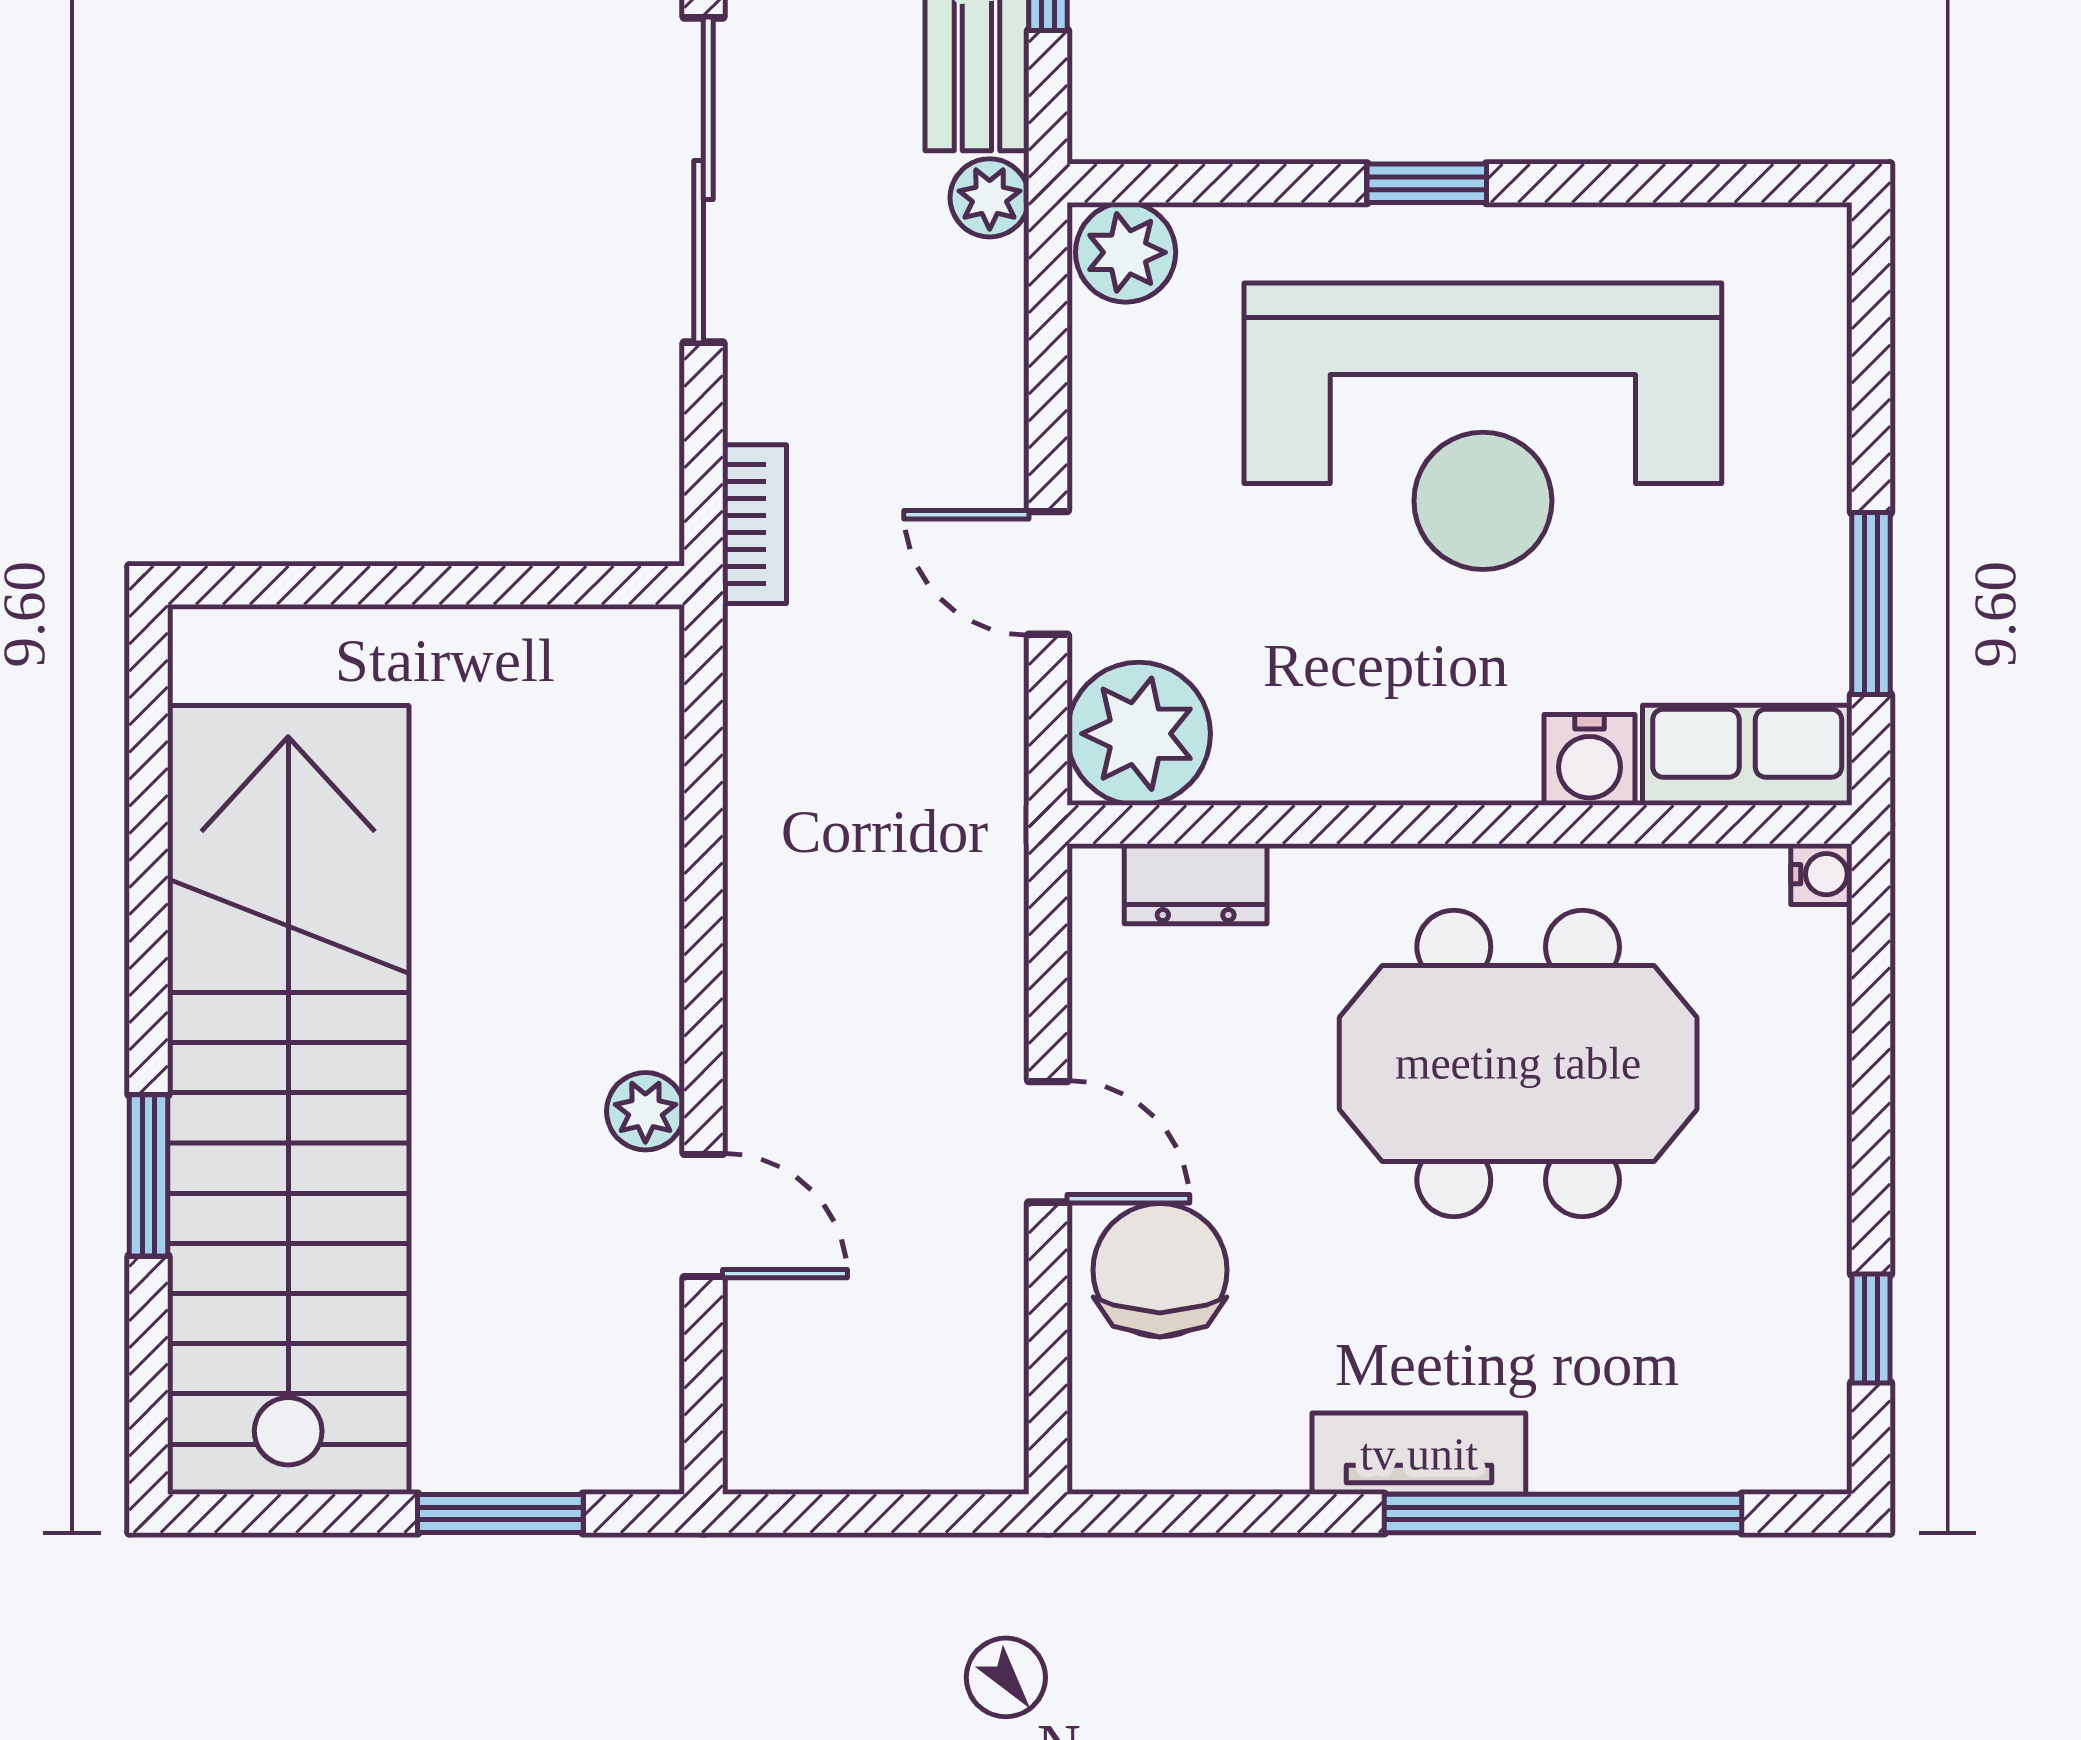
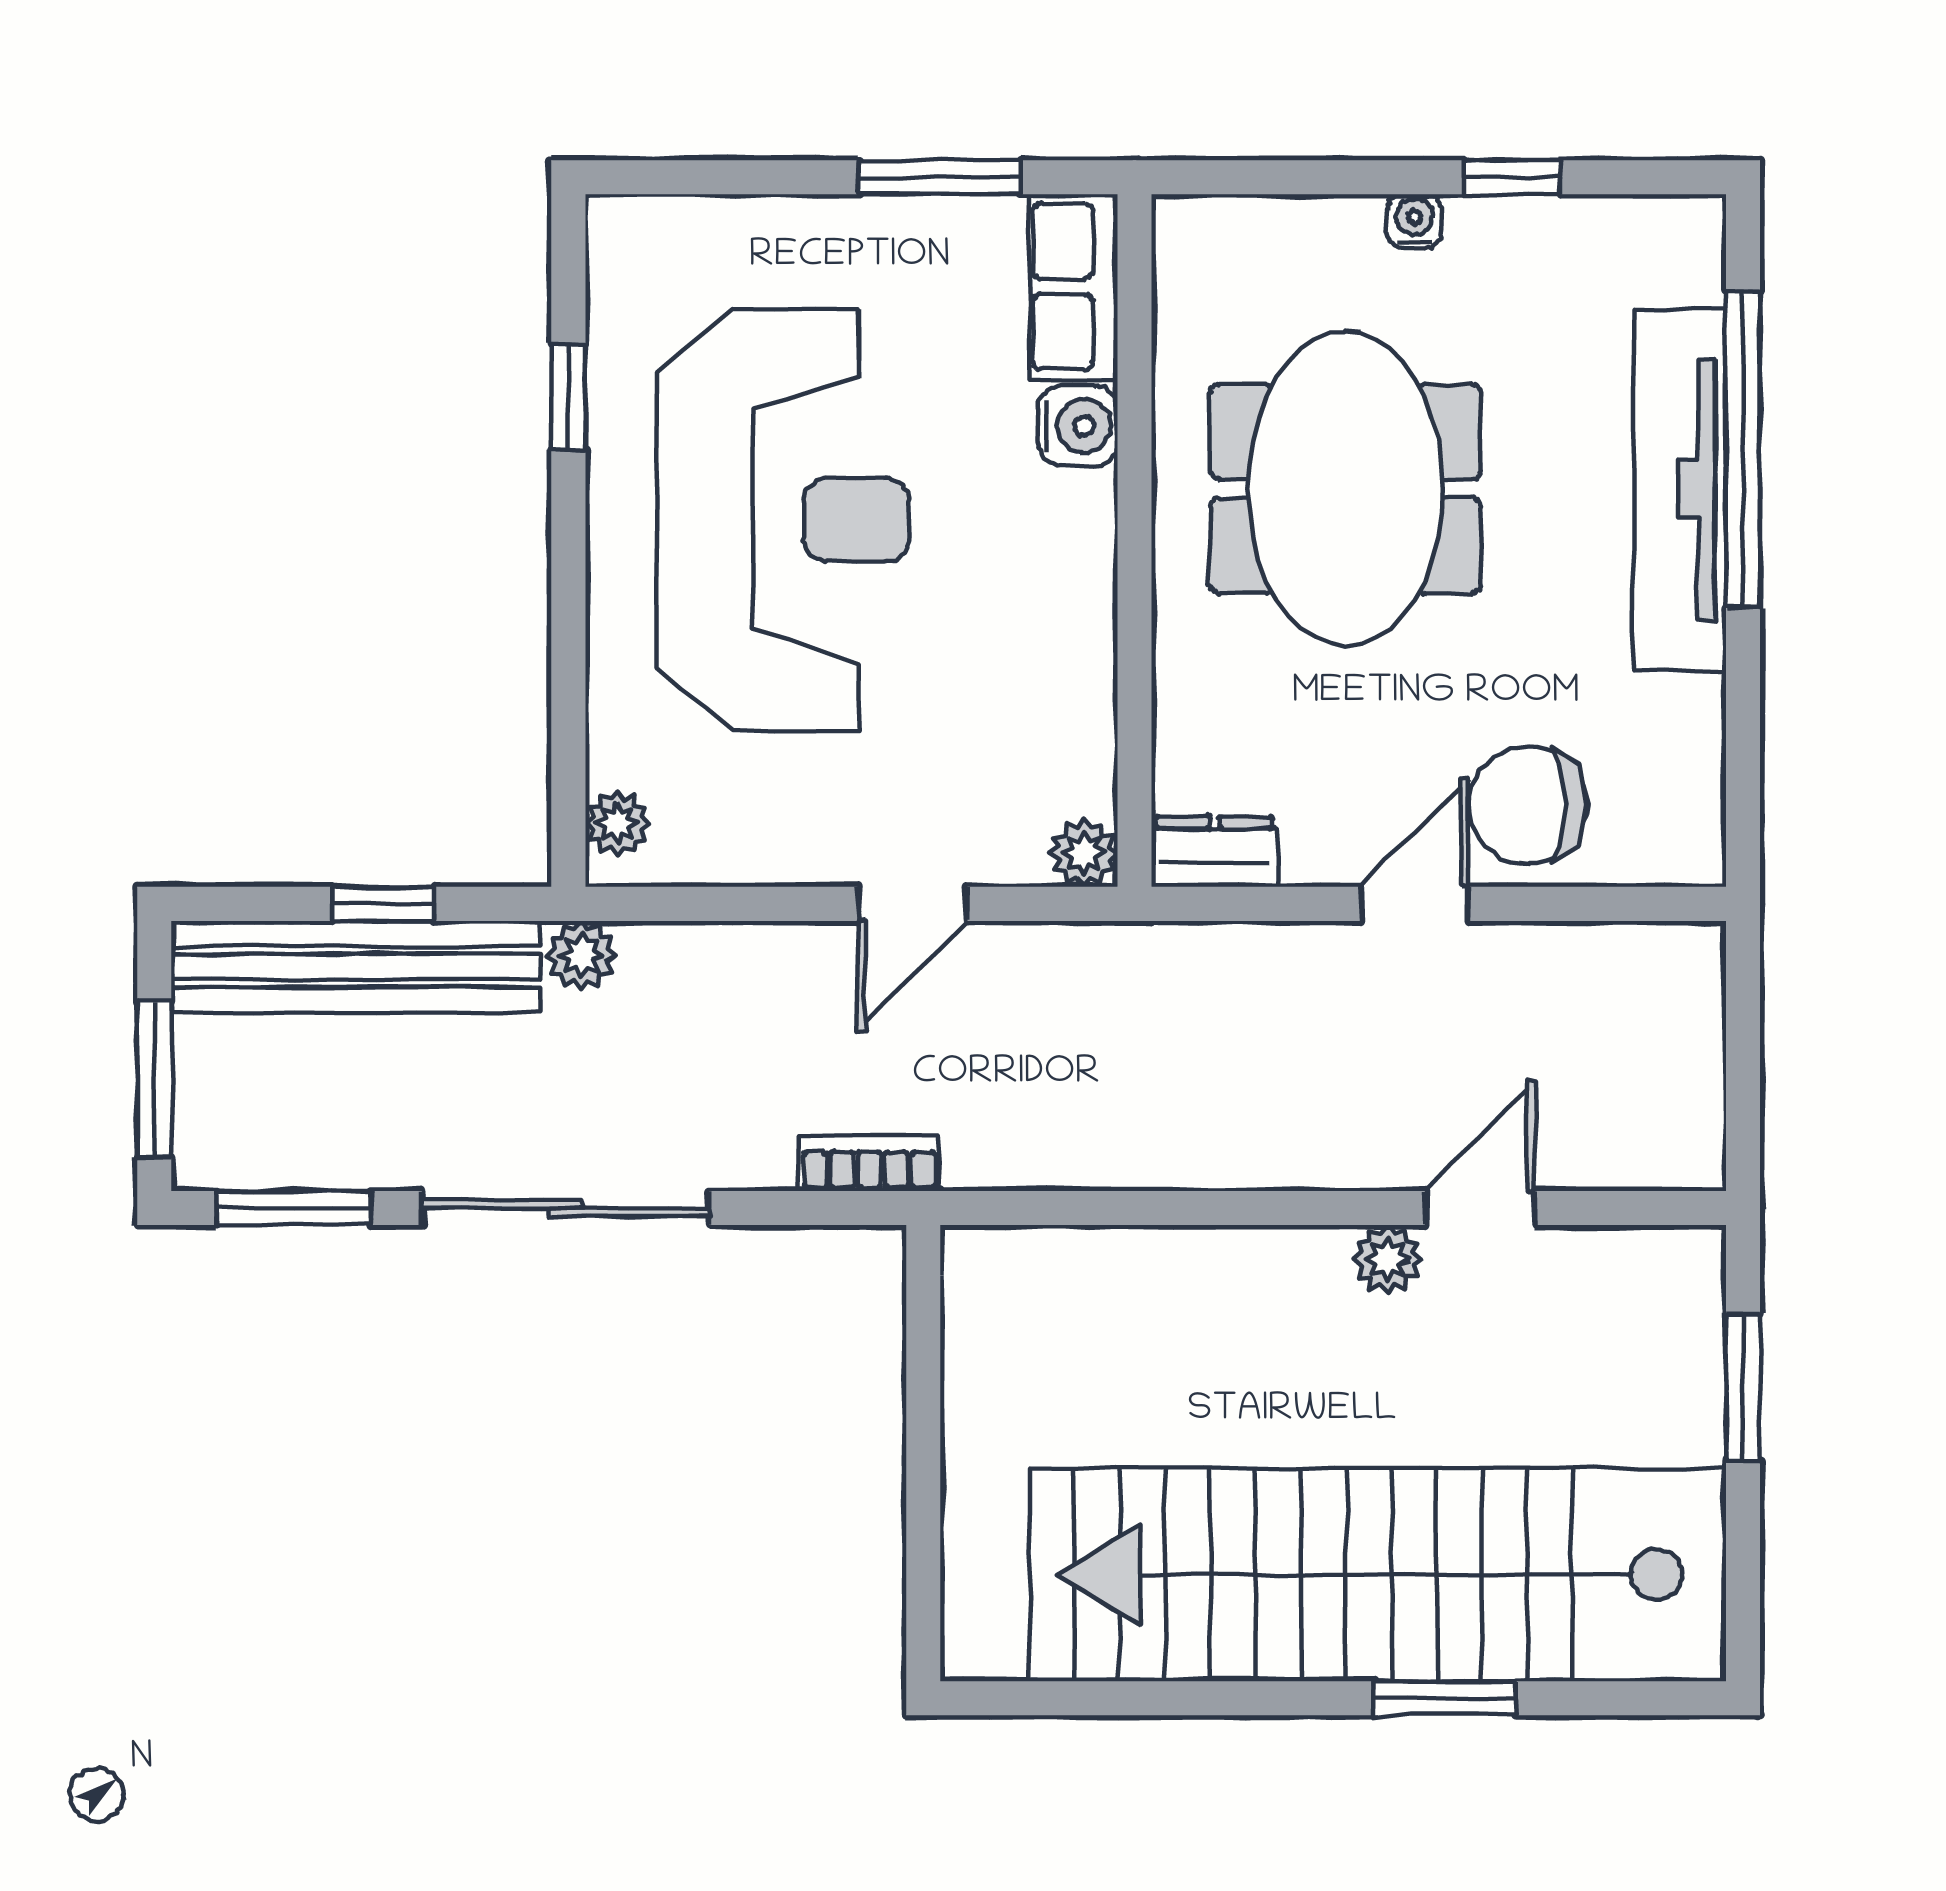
window: (1427, 183) -> (568, 397), moved
plant: (1126, 252) -> (617, 823), width x0.73, depth x0.73
plant: (1139, 734) -> (1084, 853), width x0.53, depth x0.53
water cooler: (1821, 874) -> (1415, 221), moved
dresser: (1196, 884) -> (1214, 852), moved, turned -90
window: (1871, 1329) -> (1512, 177), moved
tv unit: (1419, 1454) -> (1680, 490), width x1.92, depth x1.29

